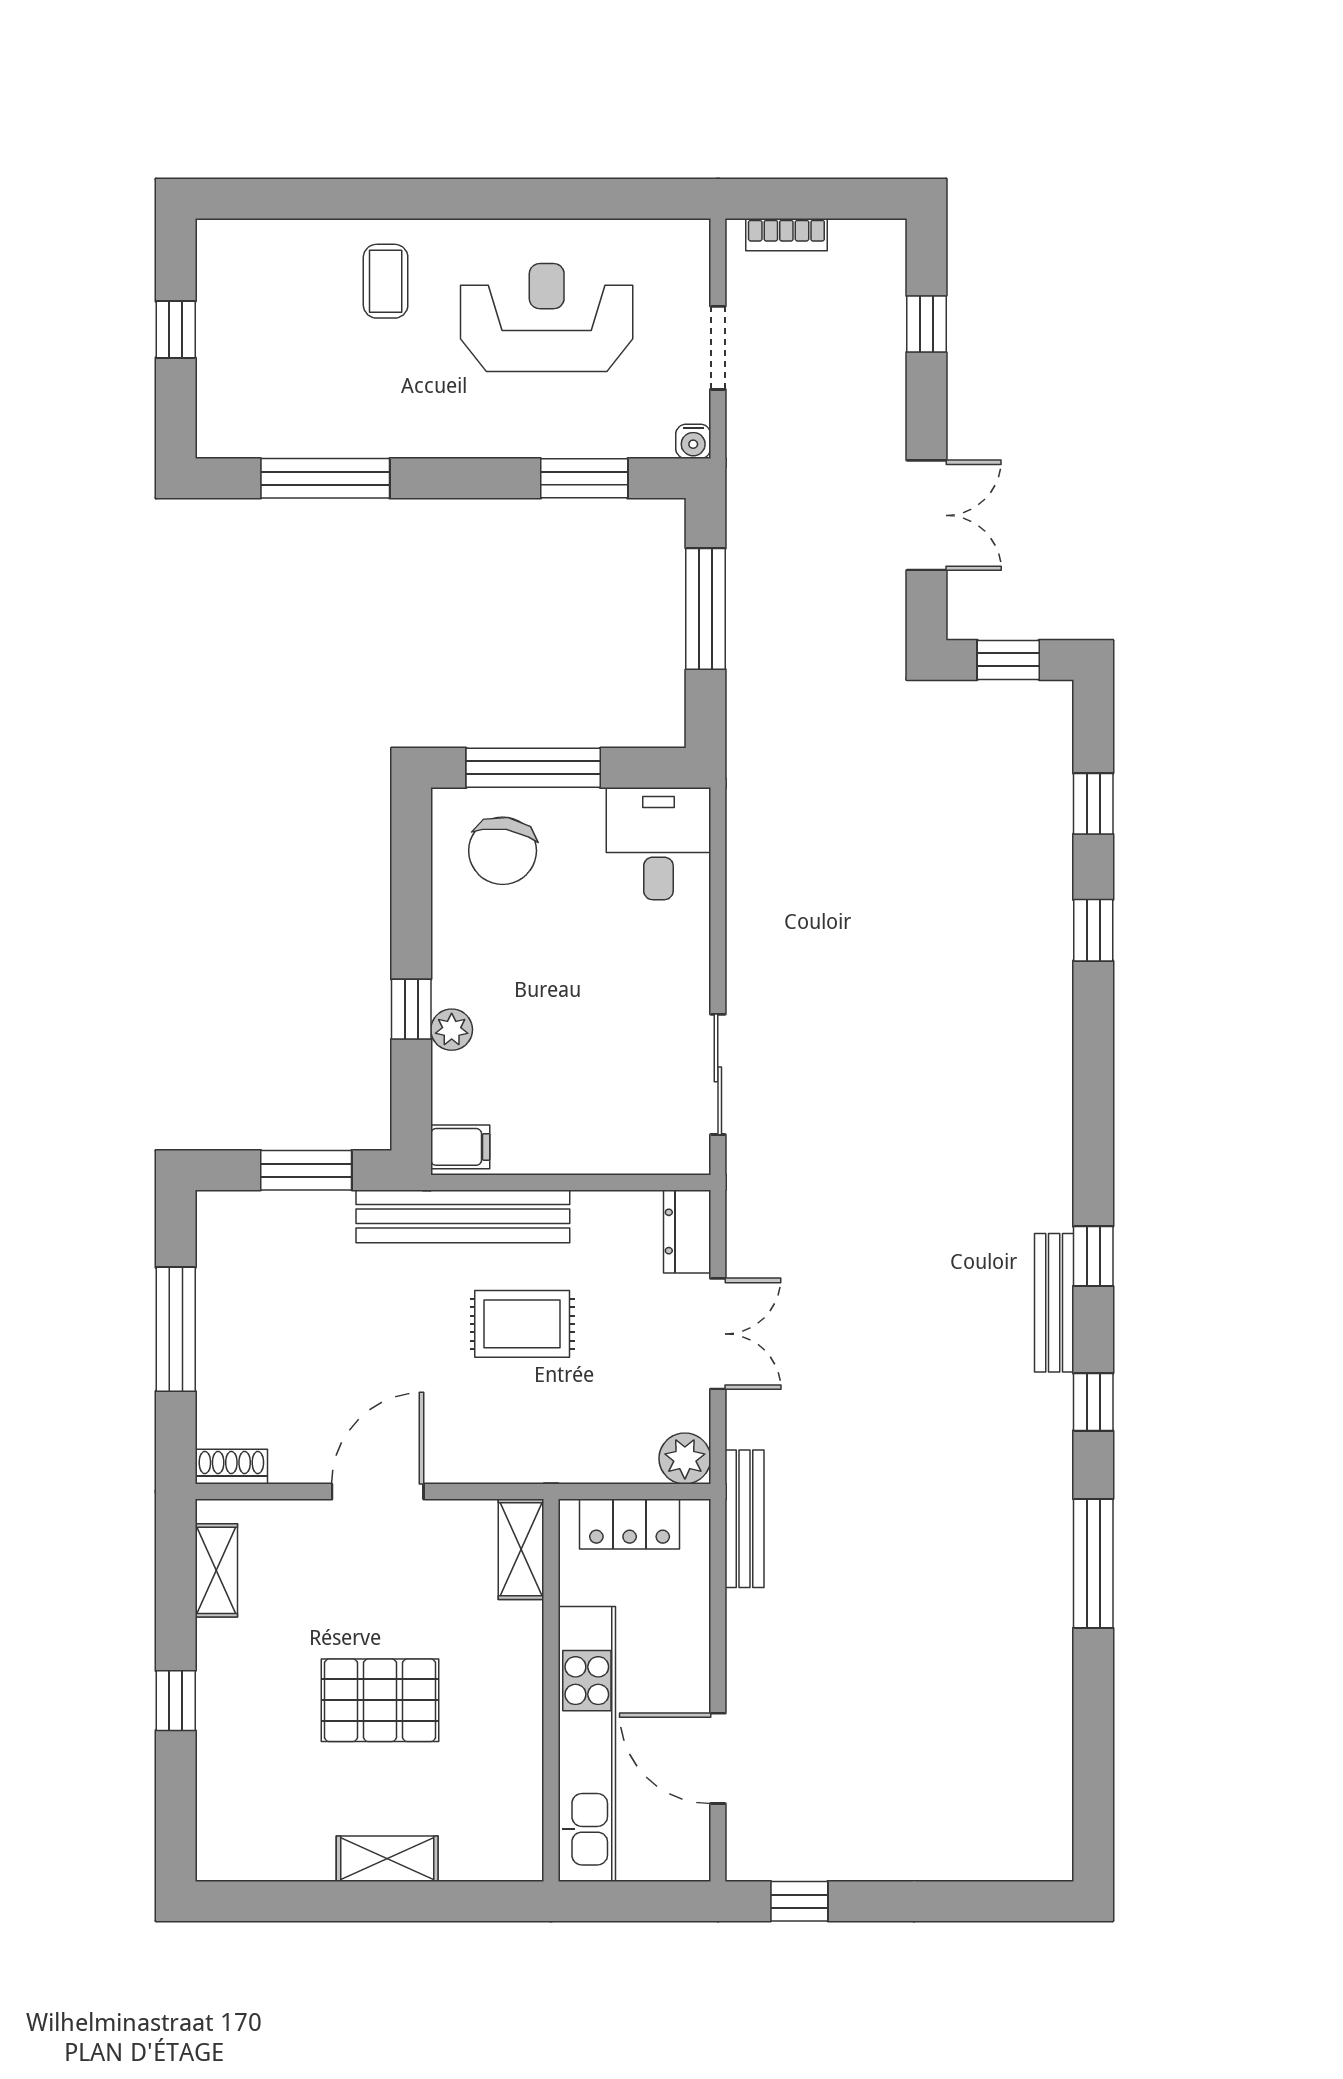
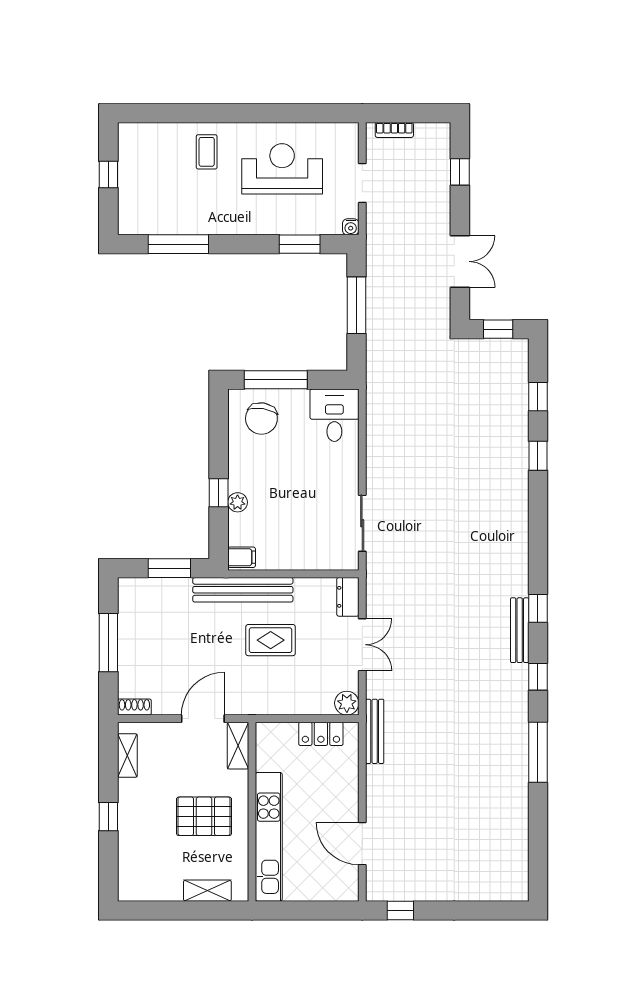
shelving: (521, 1549) -> (238, 746), moved
wall: (551, 1690) -> (252, 812), moved
kitchen unit: (587, 1744) -> (269, 837), moved

